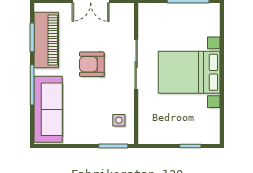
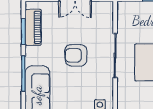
piano: (46, 40) -> (33, 27), width x0.73, depth x0.75

